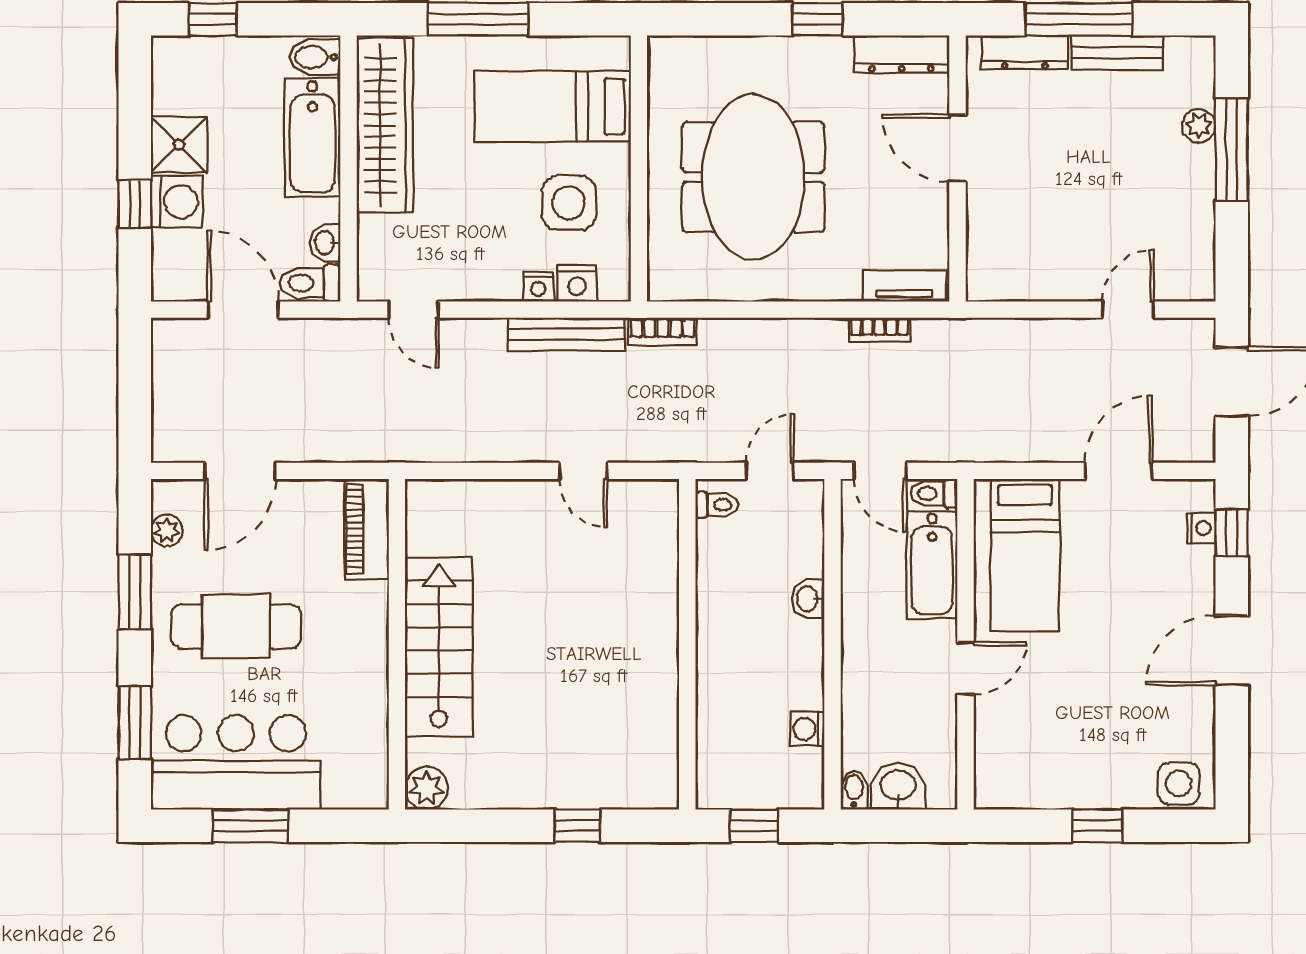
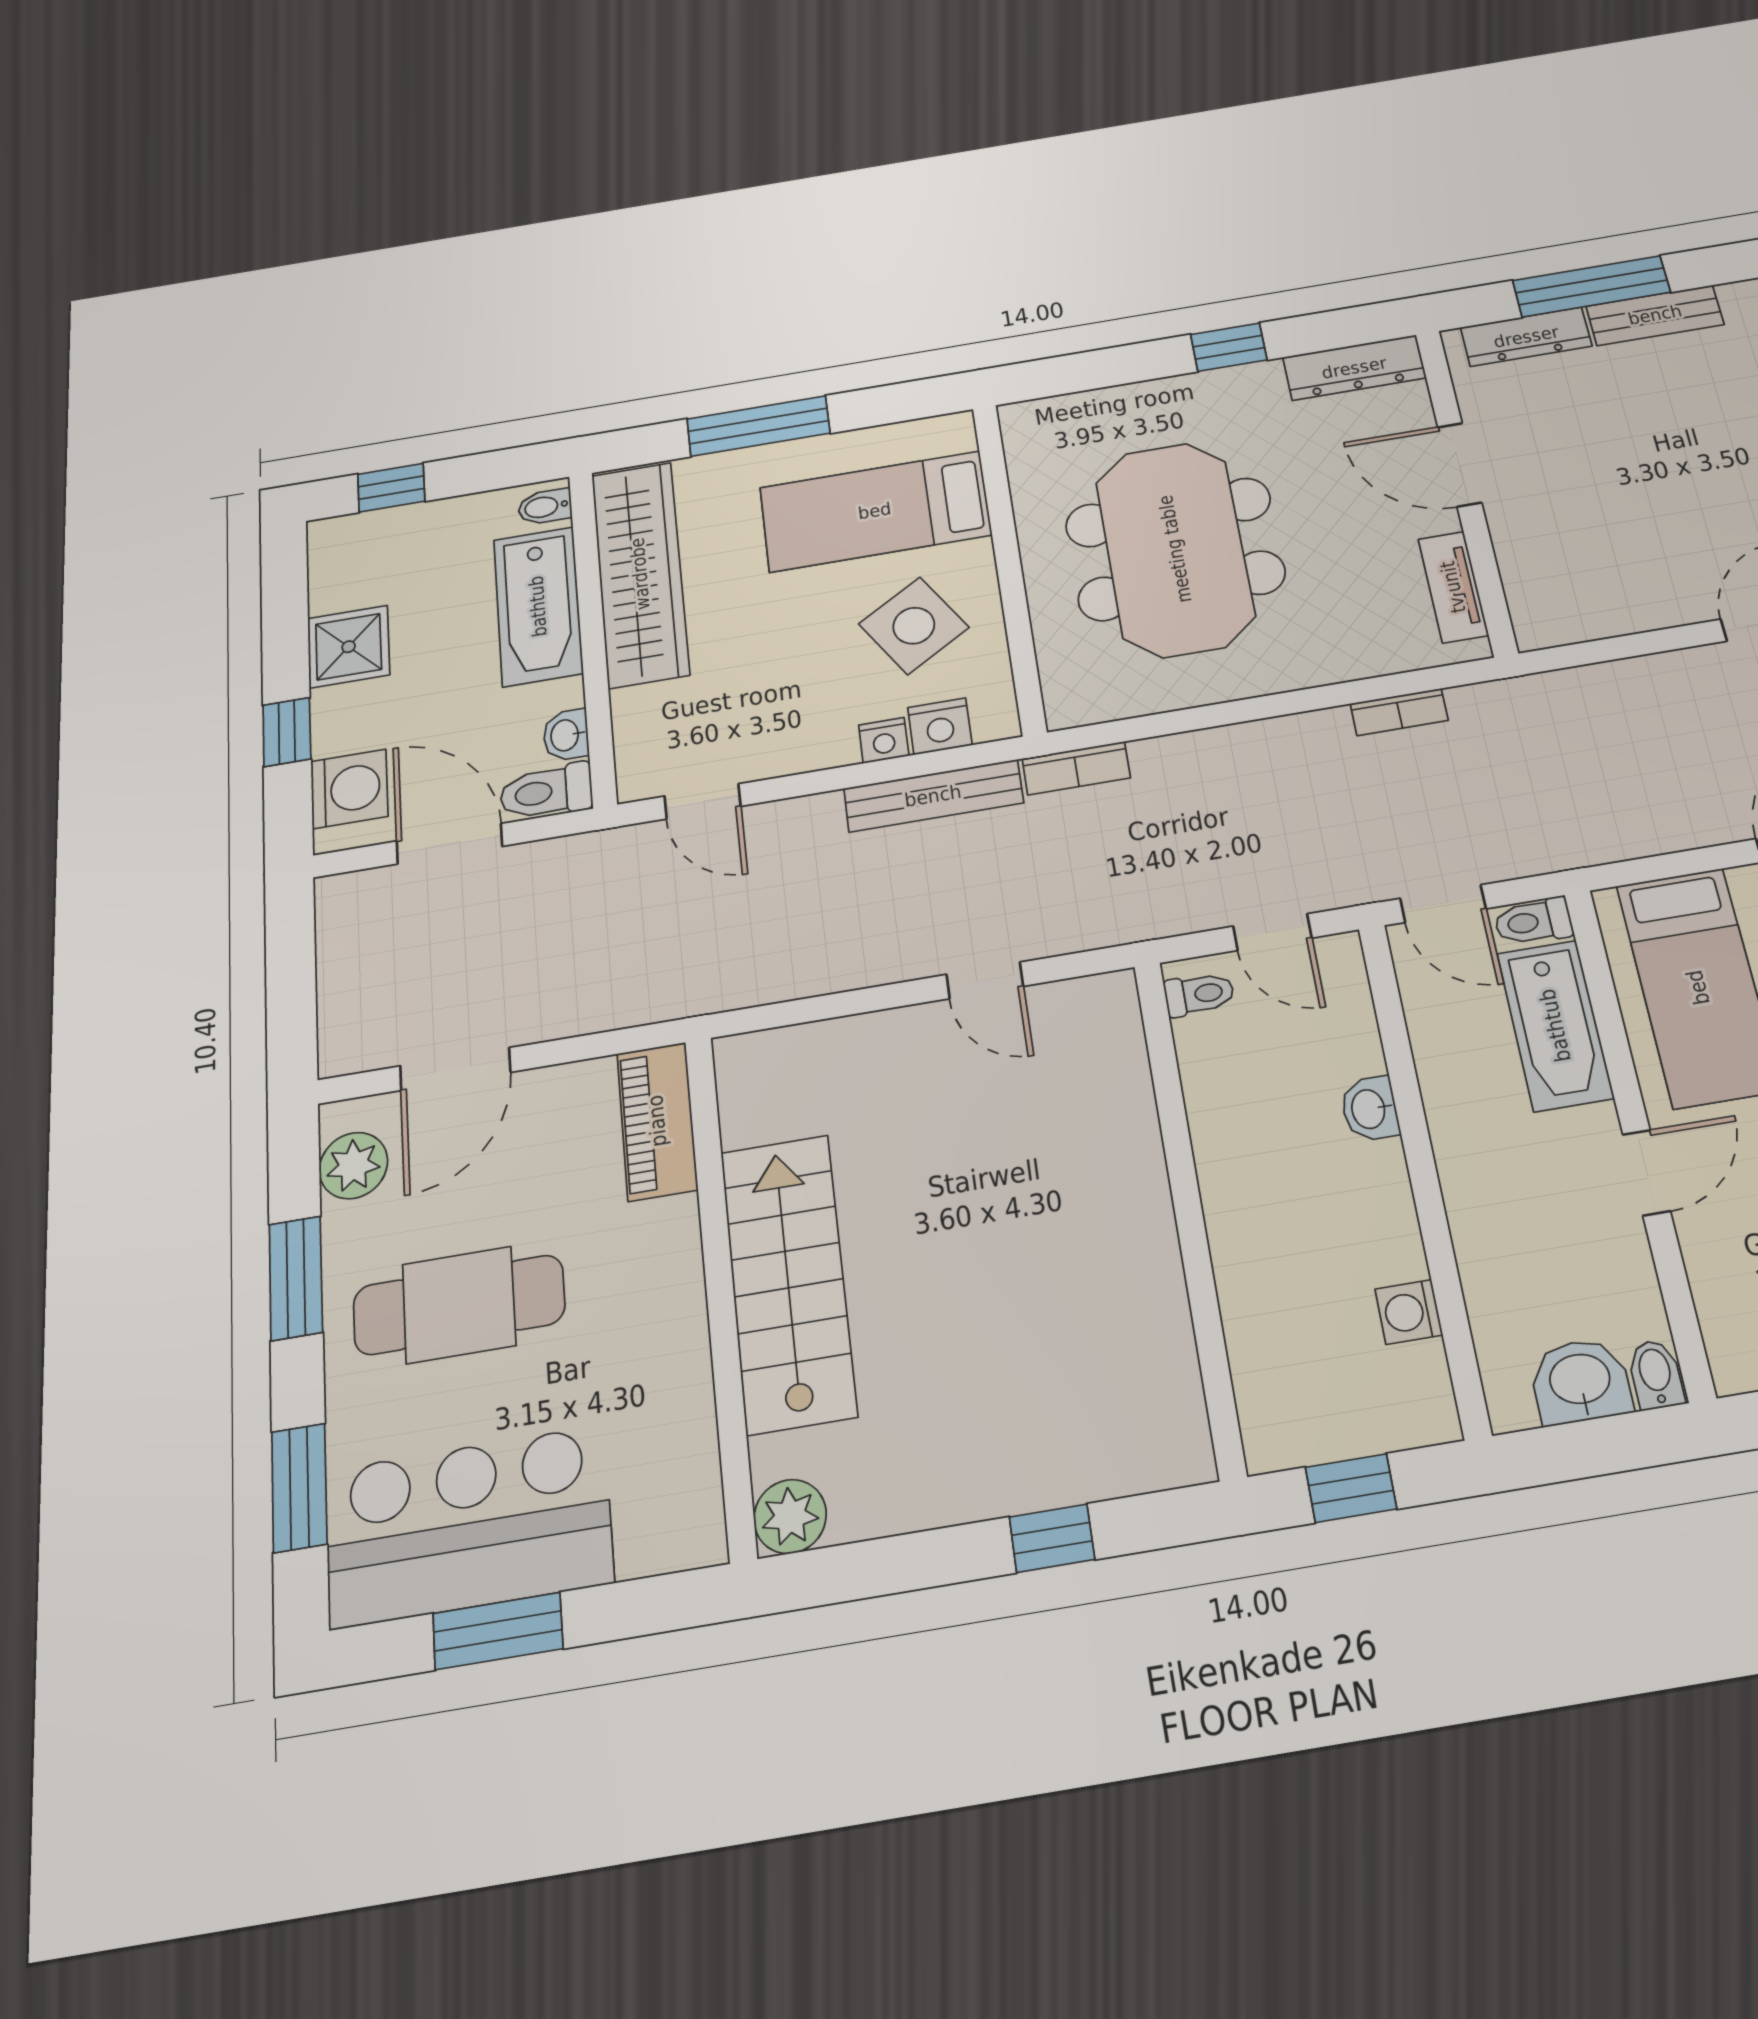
bidet: (315, 57) -> (545, 507), width x0.72, depth x0.74
washing machine: (177, 202) -> (349, 789), moved
side table: (569, 203) -> (914, 626), turned -32
tv unit: (905, 286) -> (1453, 587), moved, turned -90
door: (770, 471) -> (1272, 932), swing flipped
plant: (167, 531) -> (353, 1166), width x1.38, depth x1.38
bidet: (854, 790) -> (1656, 1374), moved

